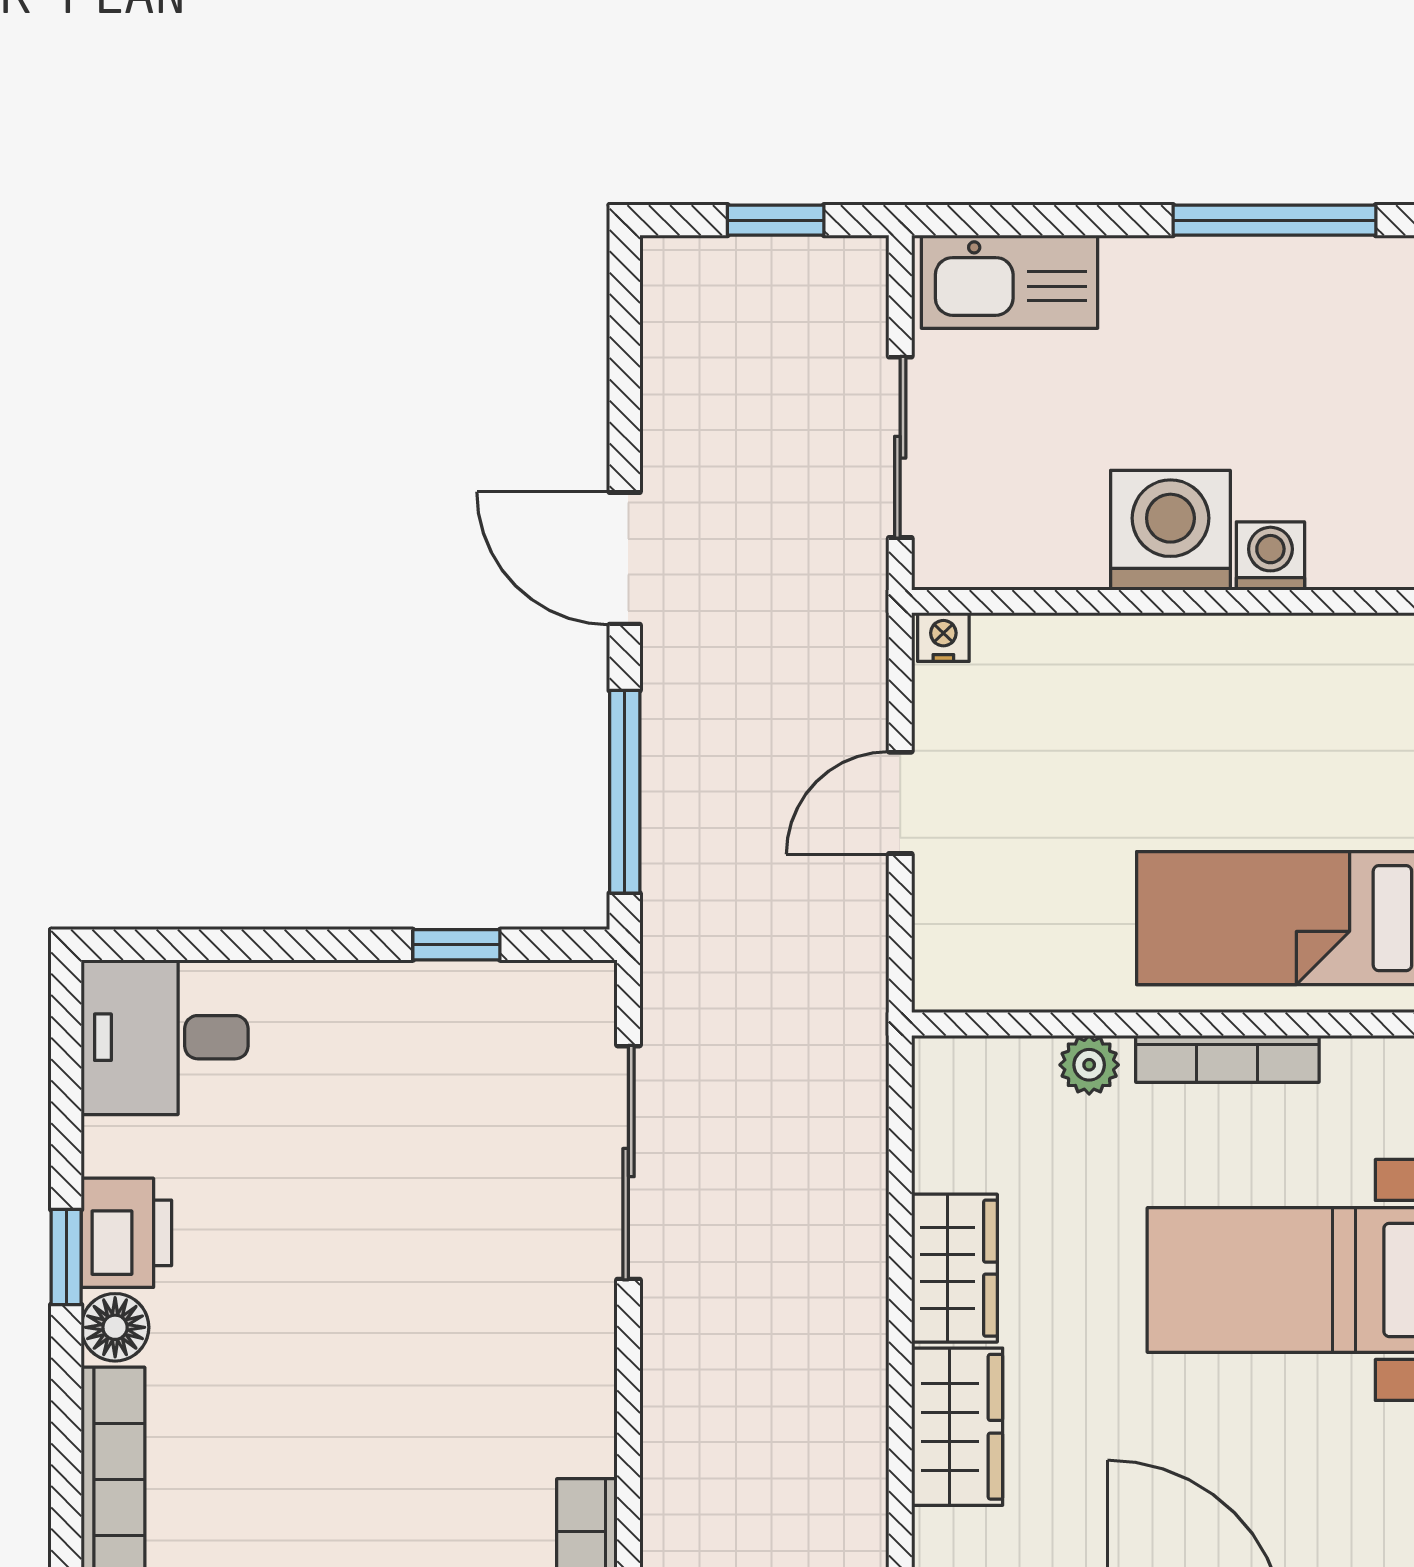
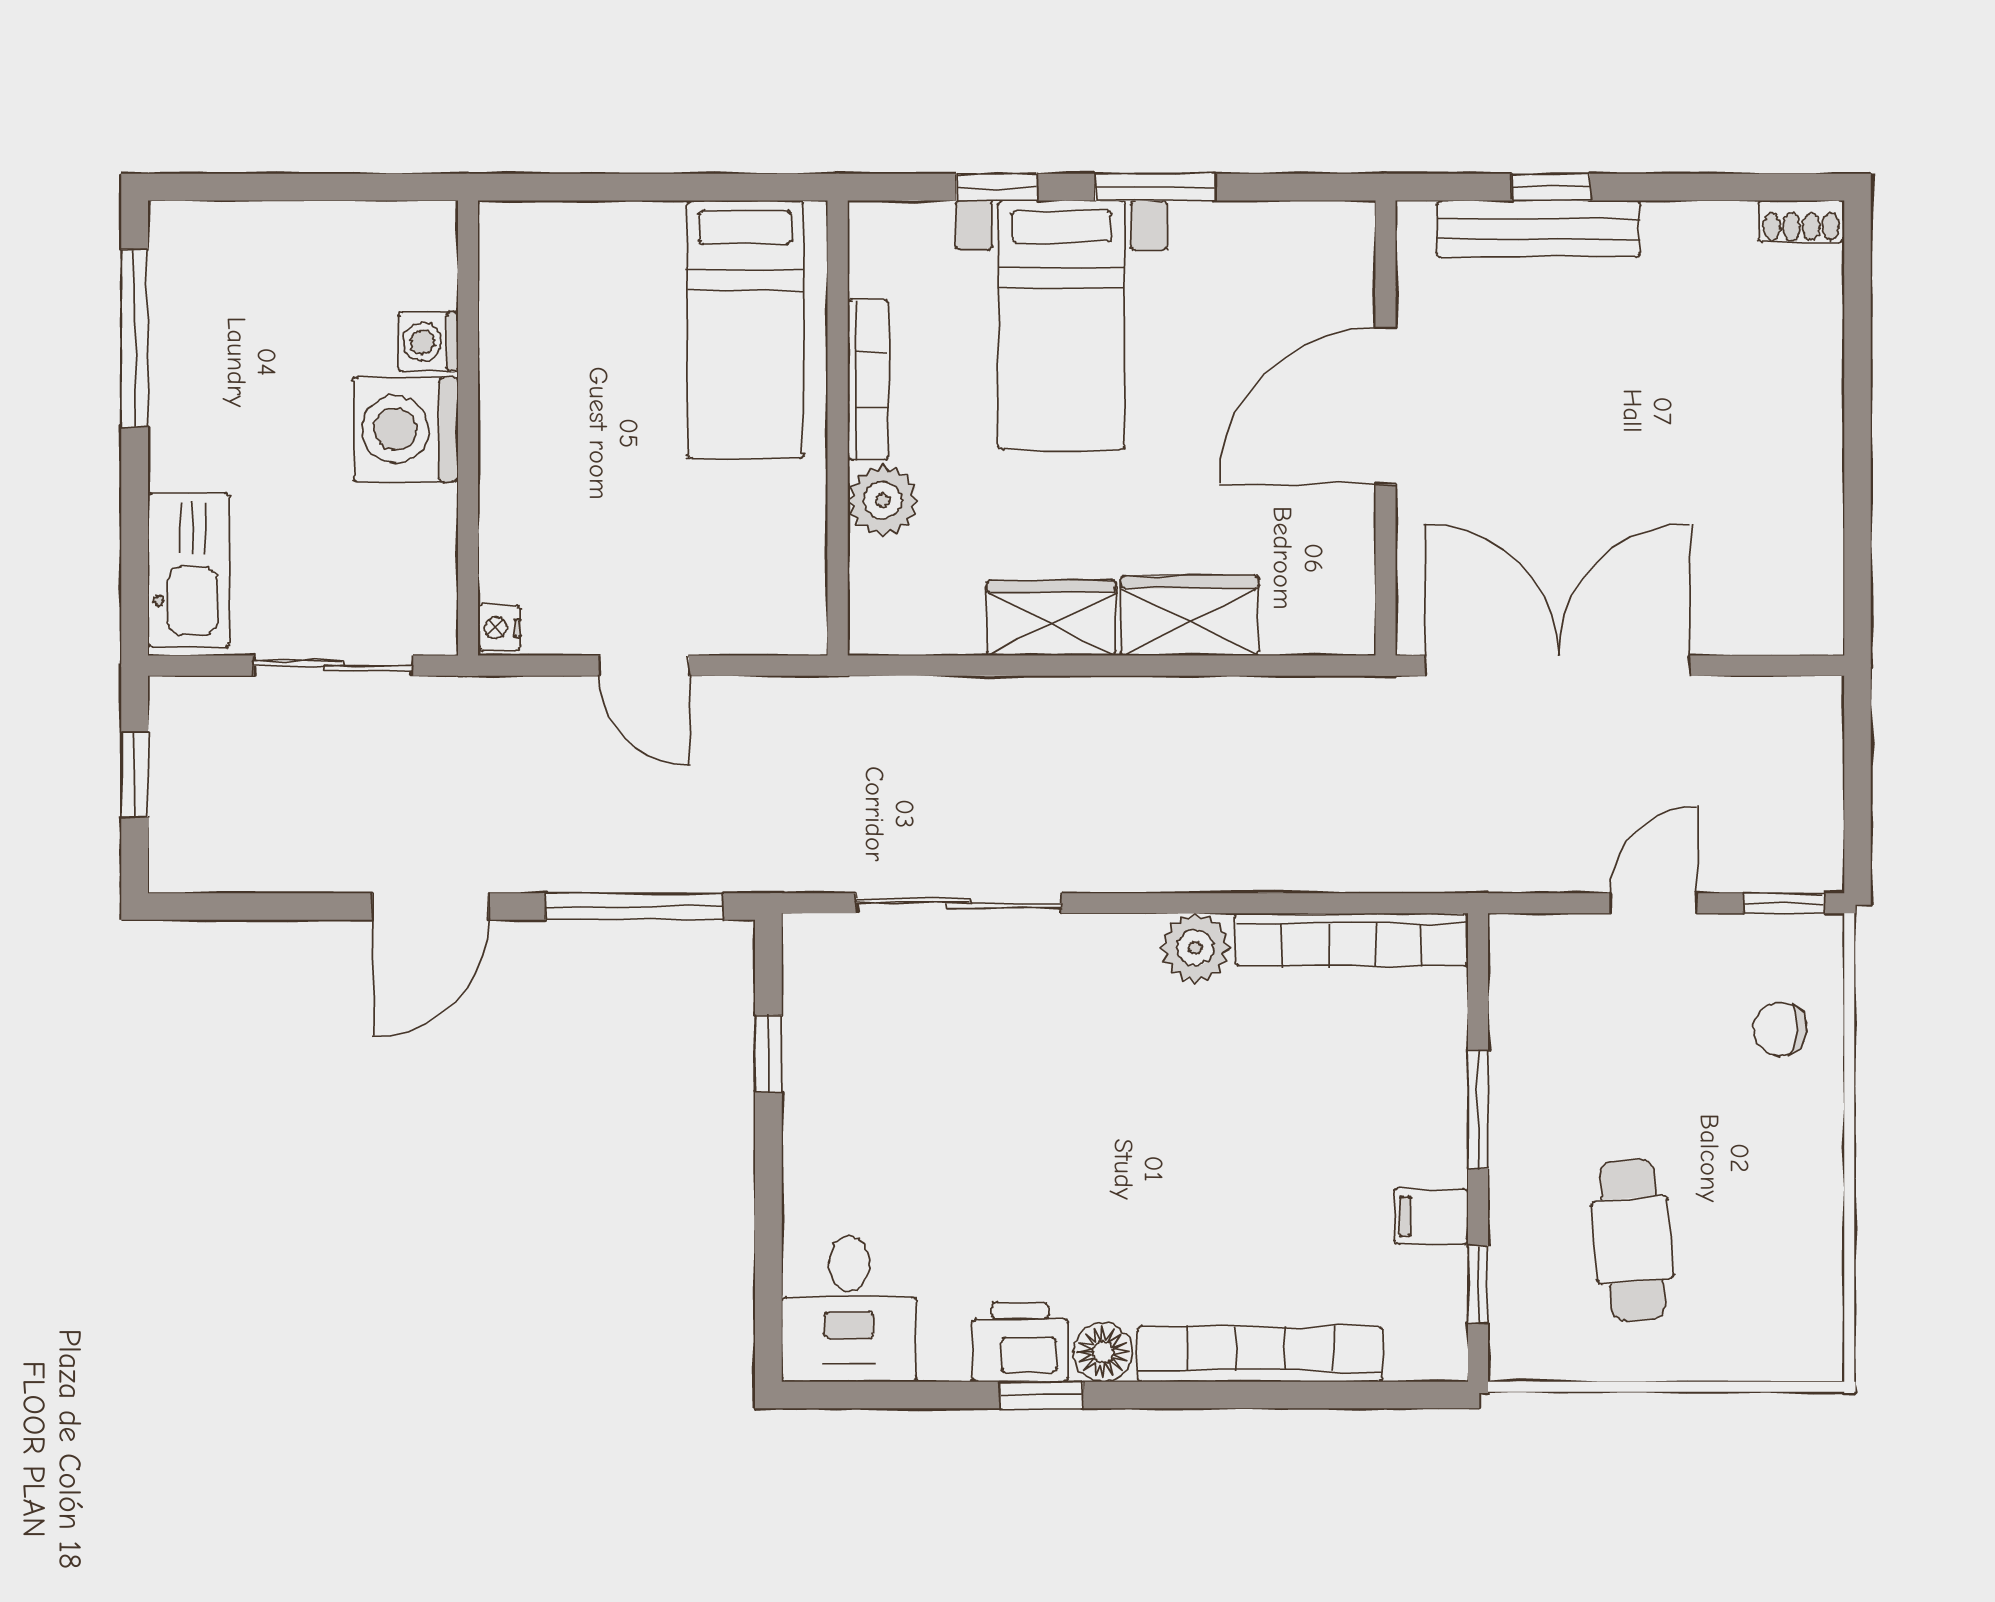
plant: (1089, 1065) -> (883, 500), width x1.38, depth x1.38
plant: (577, 1433) -> (1195, 948), added

